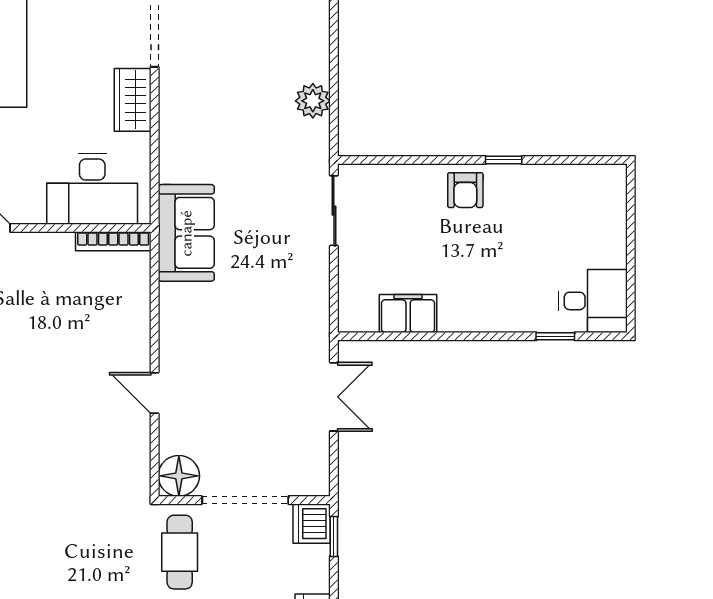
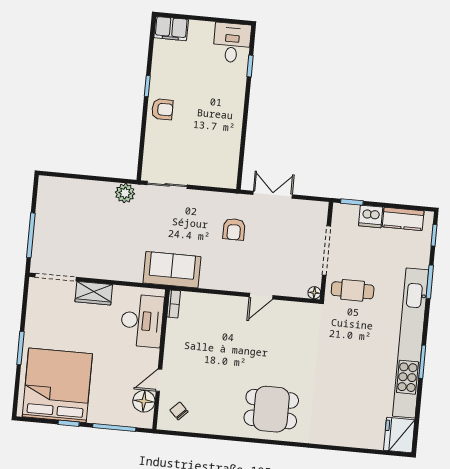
plant: (313, 101) -> (125, 193), moved
bookcase: (113, 241) -> (174, 304), width x0.64
filing cabinet: (408, 313) -> (171, 29), moved, turned -90
armchair: (267, 335) -> (234, 229), added
floor lamp: (179, 476) -> (314, 293), width x0.53, depth x0.53
dishwasher: (312, 524) -> (371, 216), moved

